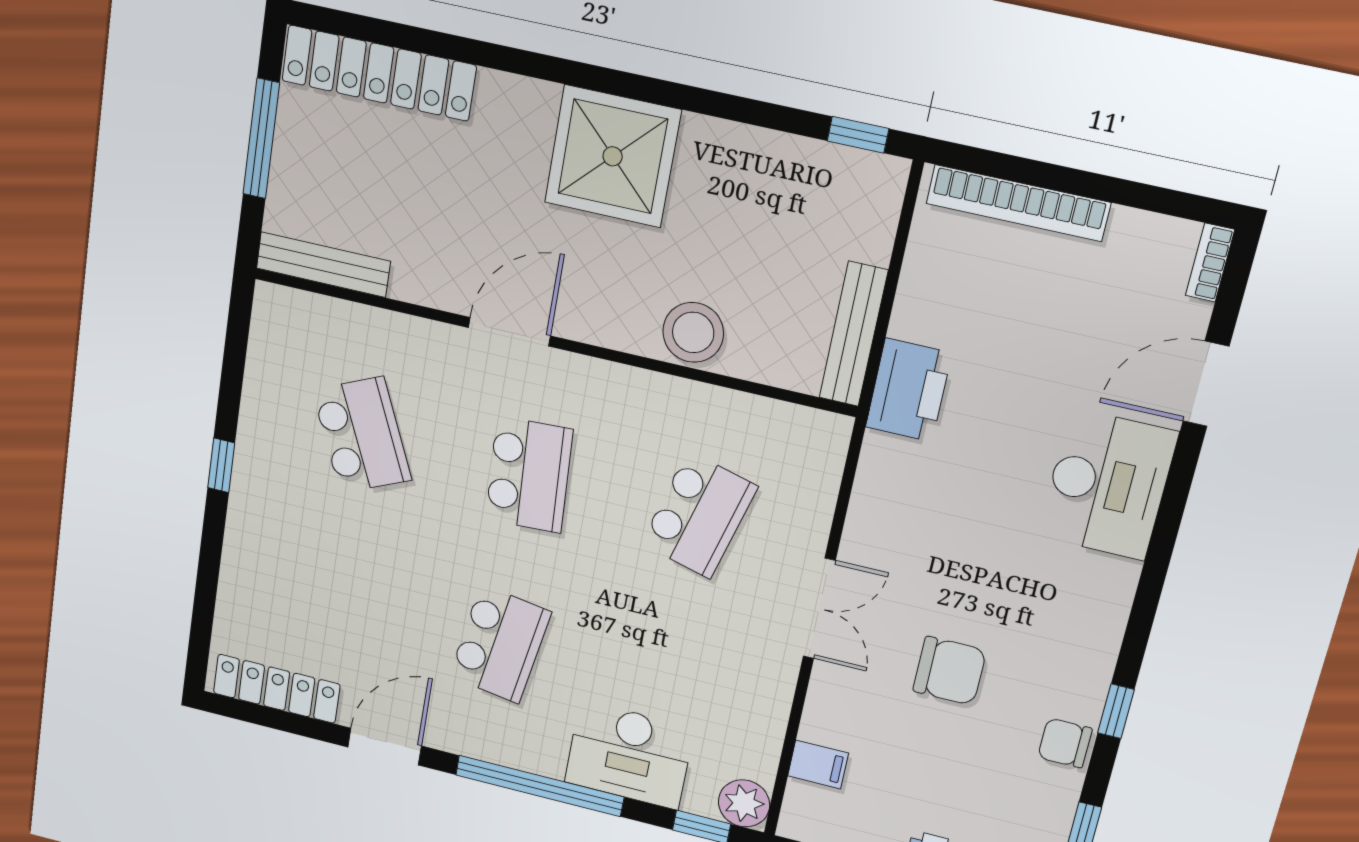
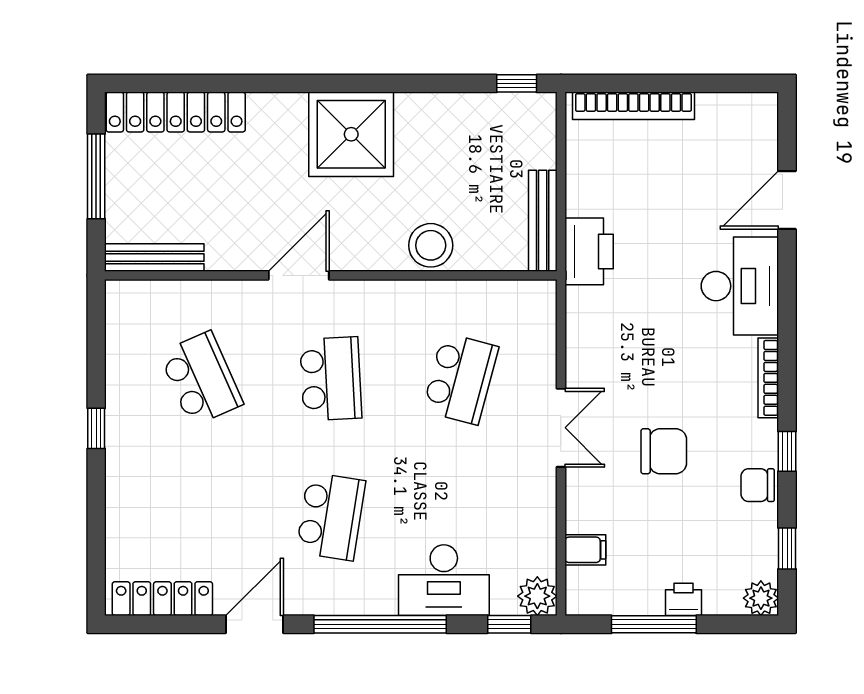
bookcase: (1210, 263) -> (768, 378), moved, width x1.56

